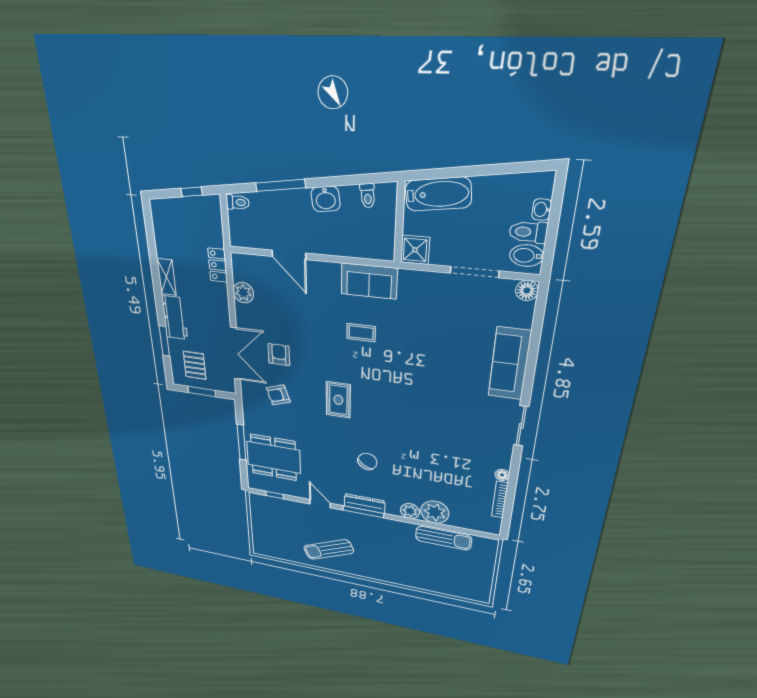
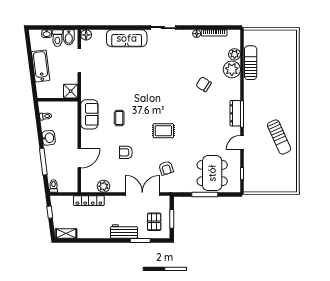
bathtub: (438, 194) -> (41, 66), moved
locker: (218, 265) -> (89, 201), width x1.53
shelving: (166, 277) -> (66, 234), moved
armchair: (279, 355) -> (126, 152), moved
pallet: (195, 365) -> (154, 222), turned 90
chair: (367, 461) -> (204, 84), moved
plant: (410, 511) -> (235, 54), moved

